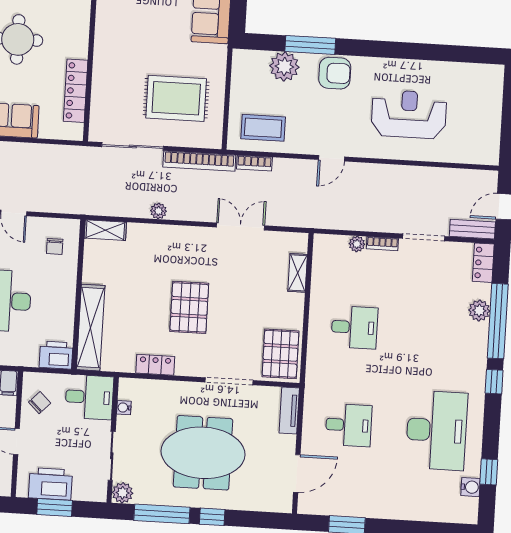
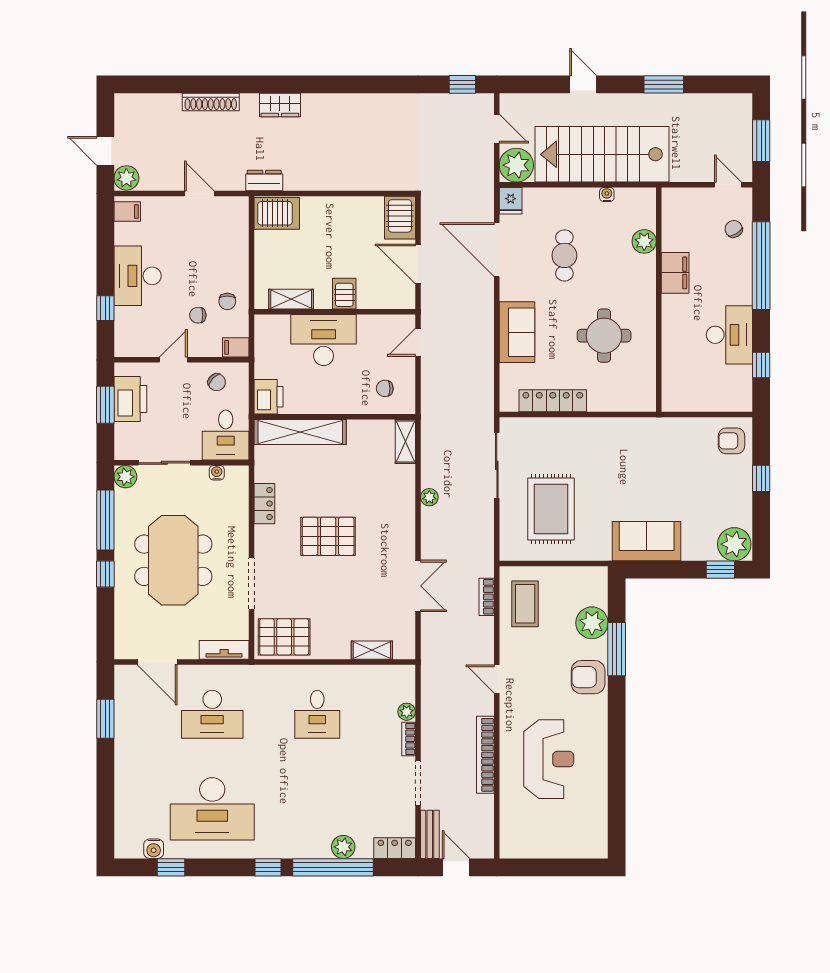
armchair: (335, 73) -> (588, 677), turned 90
bookcase: (199, 161) -> (485, 755), moved
desk: (349, 425) -> (212, 714), width x1.37

